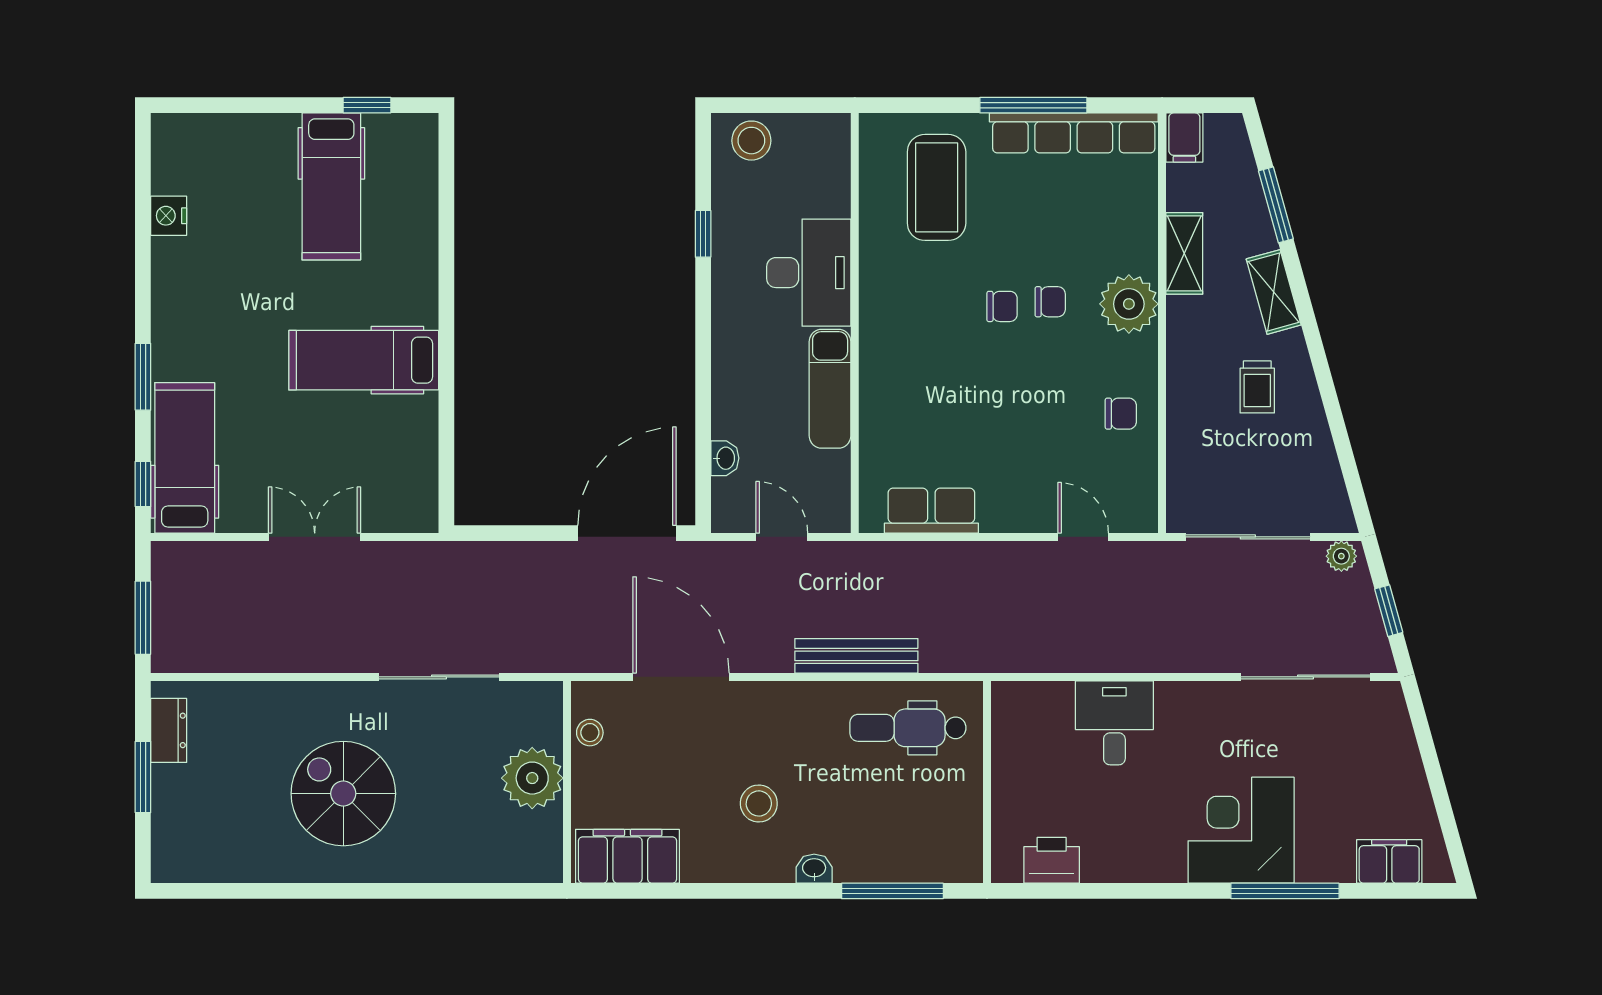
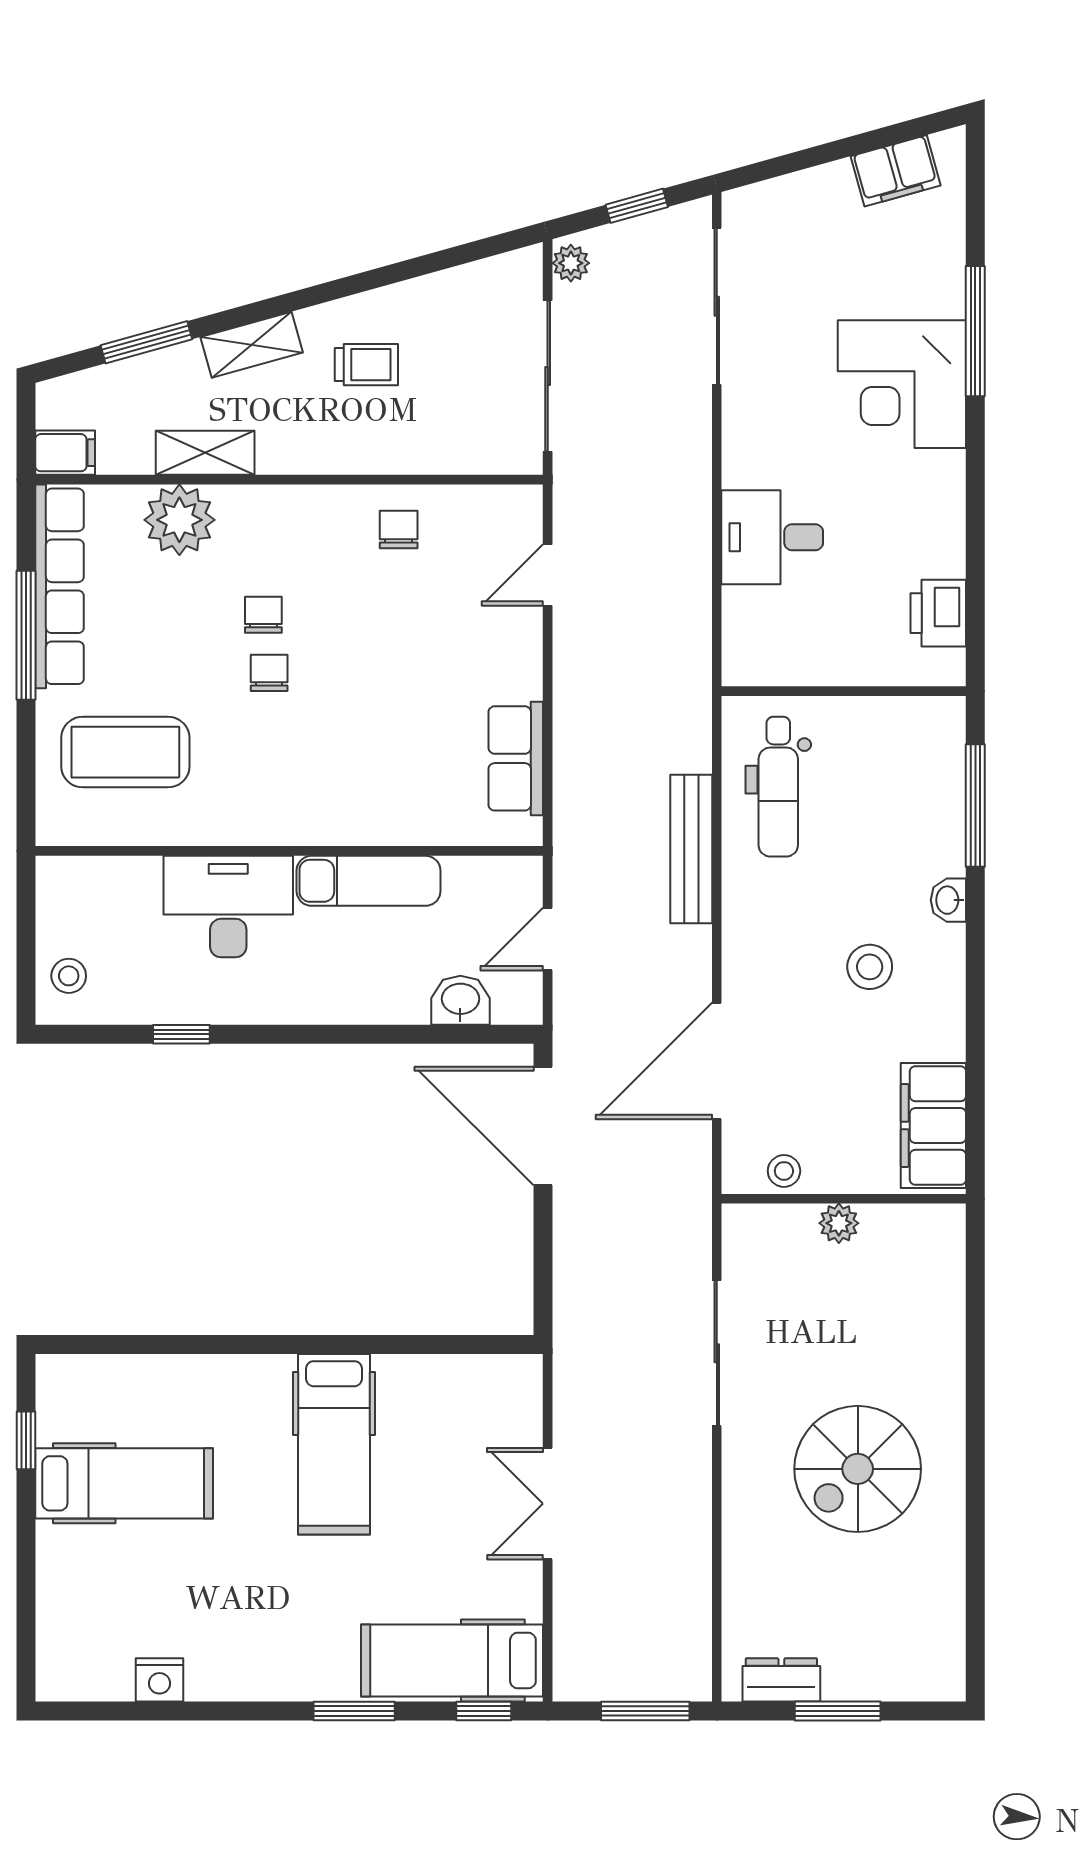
stool: (751, 141) -> (69, 976), width x0.73, depth x0.73
plant: (1129, 304) -> (179, 520), moved
washbasin: (725, 458) -> (460, 1000), width x1.38, depth x1.45
plant: (532, 778) -> (839, 1223), width x0.53, depth x0.53
filing cabinet: (1389, 861) -> (896, 171), moved, turned -106

